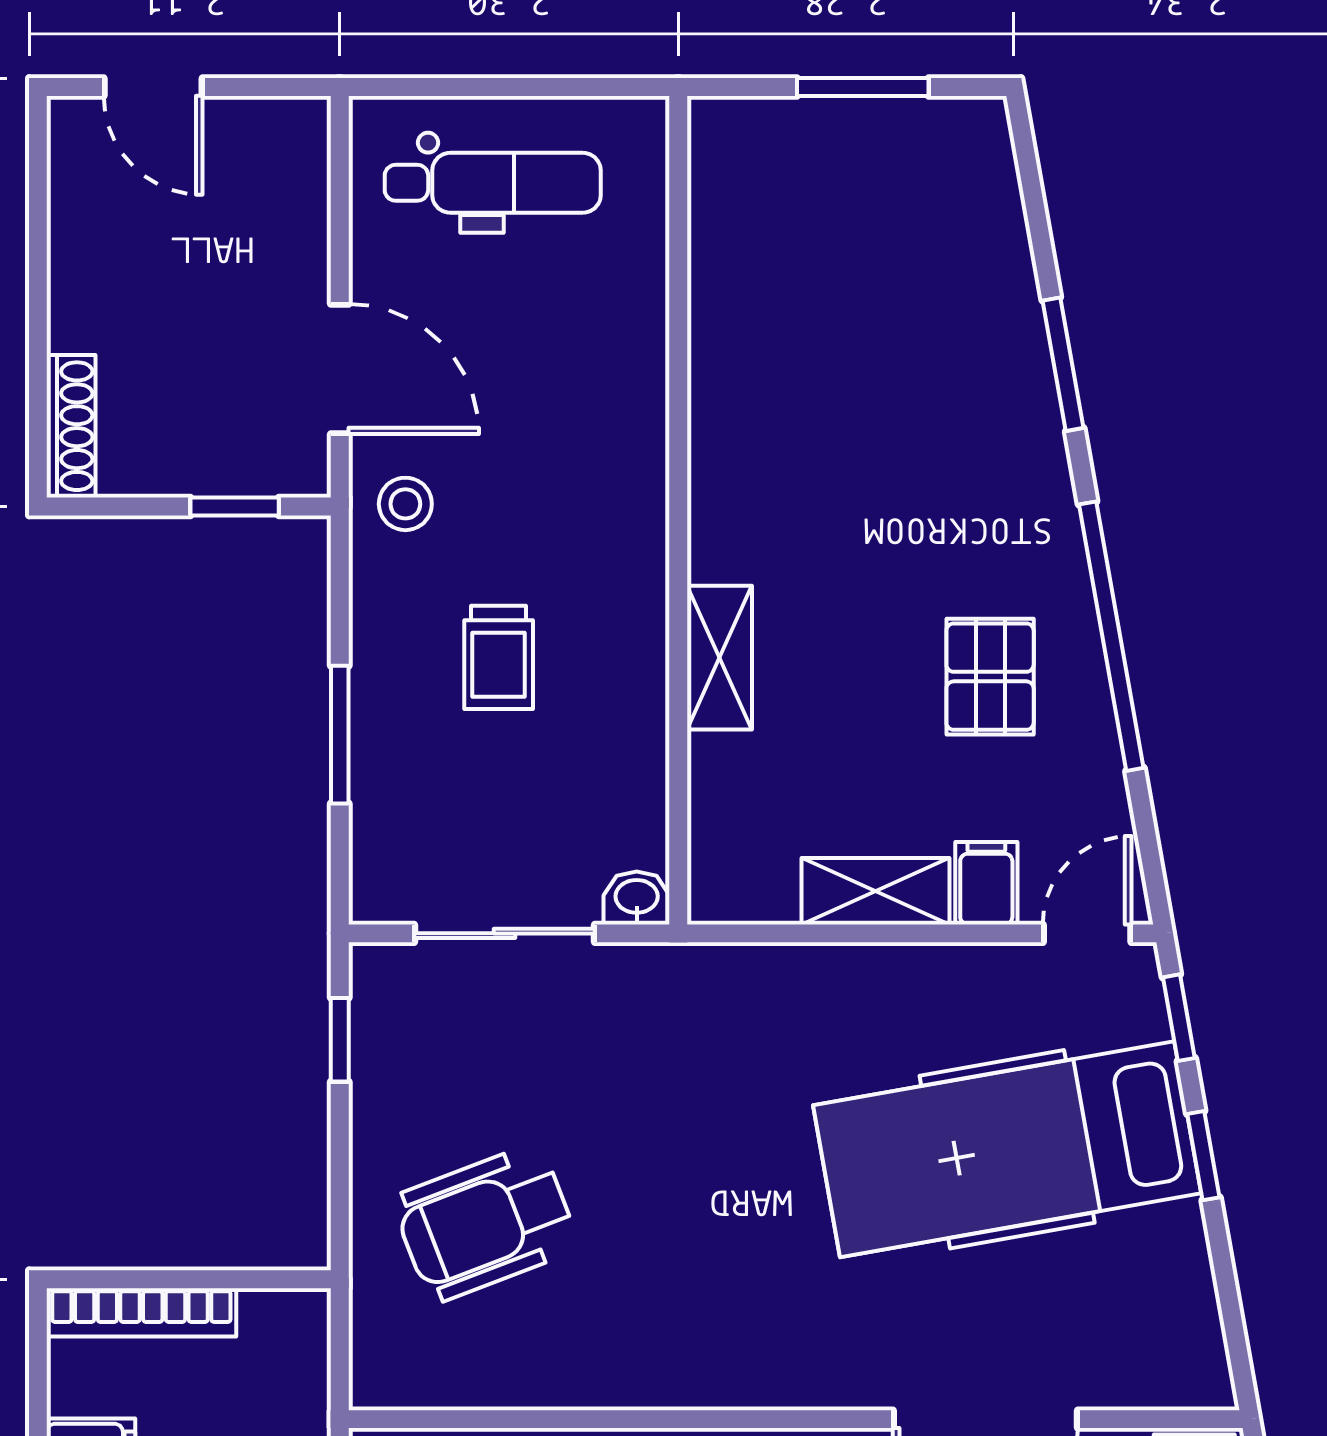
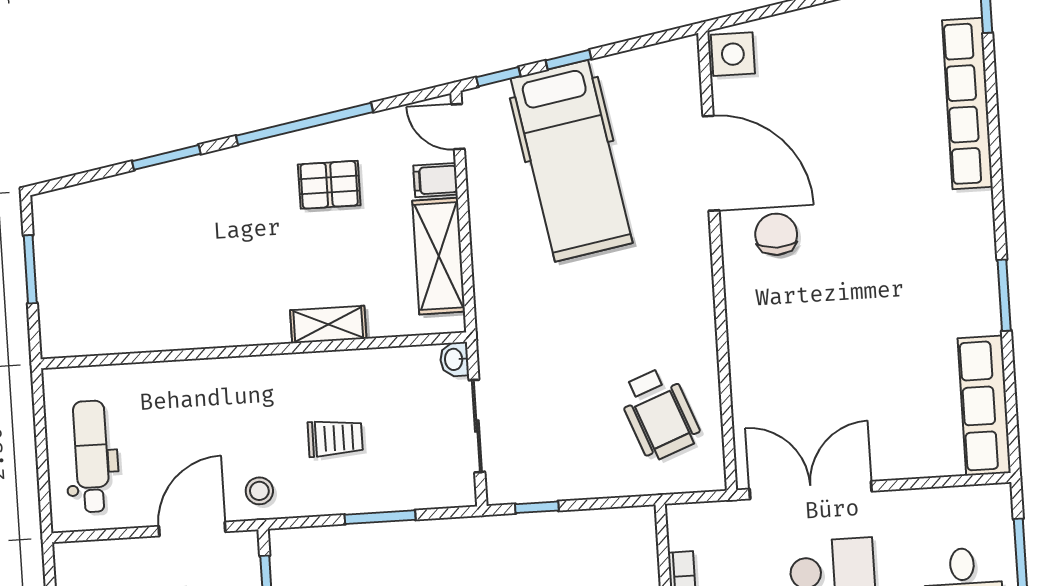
shelving: (876, 891) -> (439, 256), width x1.50, depth x1.33
wheelchair: (485, 1223) -> (659, 414), moved

